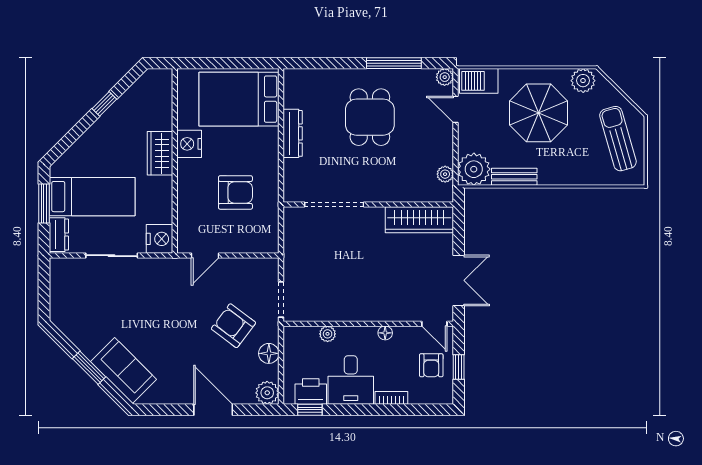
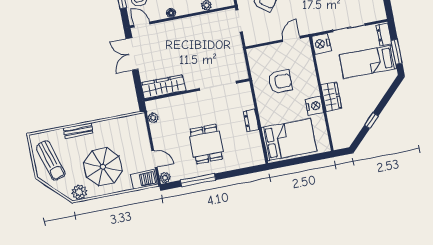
dresser: (293, 133) -> (251, 120), width x0.70
plant: (474, 169) -> (136, 124), removed
bench: (514, 177) -> (78, 131), moved
armchair: (235, 192) -> (280, 81), turned 180

